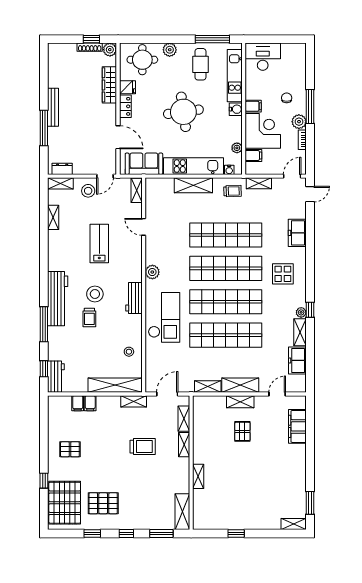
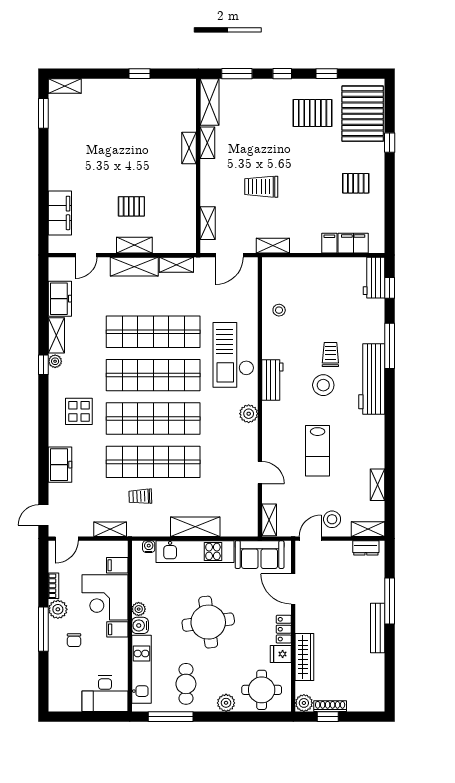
plant: (237, 148) -> (139, 609), moved
trolley: (233, 191) -> (140, 496), moved
shelving: (115, 385) -> (297, 267), removed
filing cabinet: (78, 403) -> (353, 243), width x2.00
pallet: (242, 431) -> (131, 206), turned 90
shelving: (184, 445) -> (207, 143), moved

